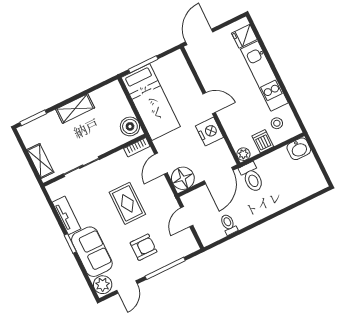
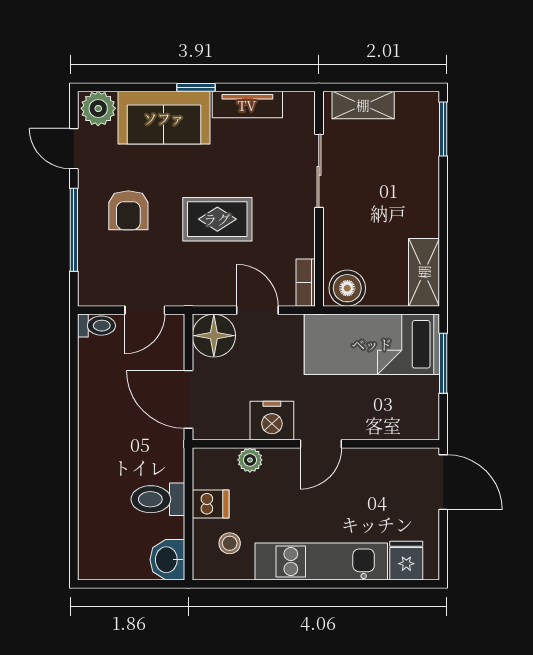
shelving: (75, 109) -> (424, 272), moved
plant: (243, 154) -> (250, 460), moved
toilet: (252, 177) -> (158, 499), moved
door: (187, 217) -> (145, 310), swing flipped
toilet: (229, 224) -> (97, 326), moved

